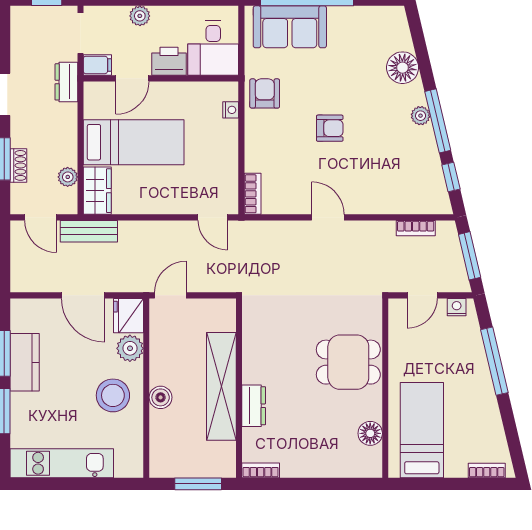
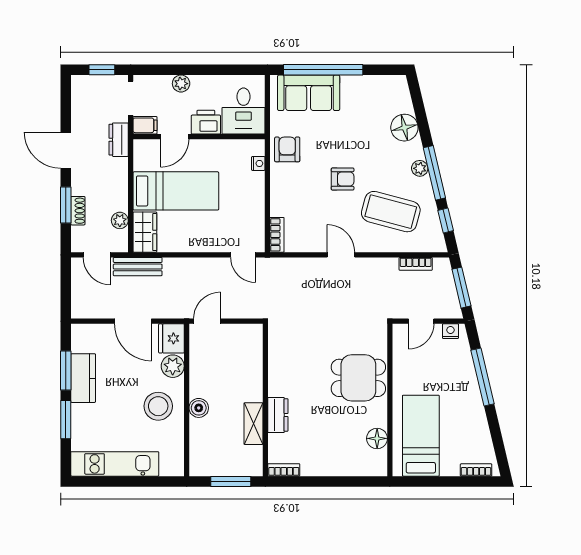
coffee table: (386, 167) -> (391, 212), added
shelving: (221, 386) -> (253, 424), width x0.45, depth x0.75

